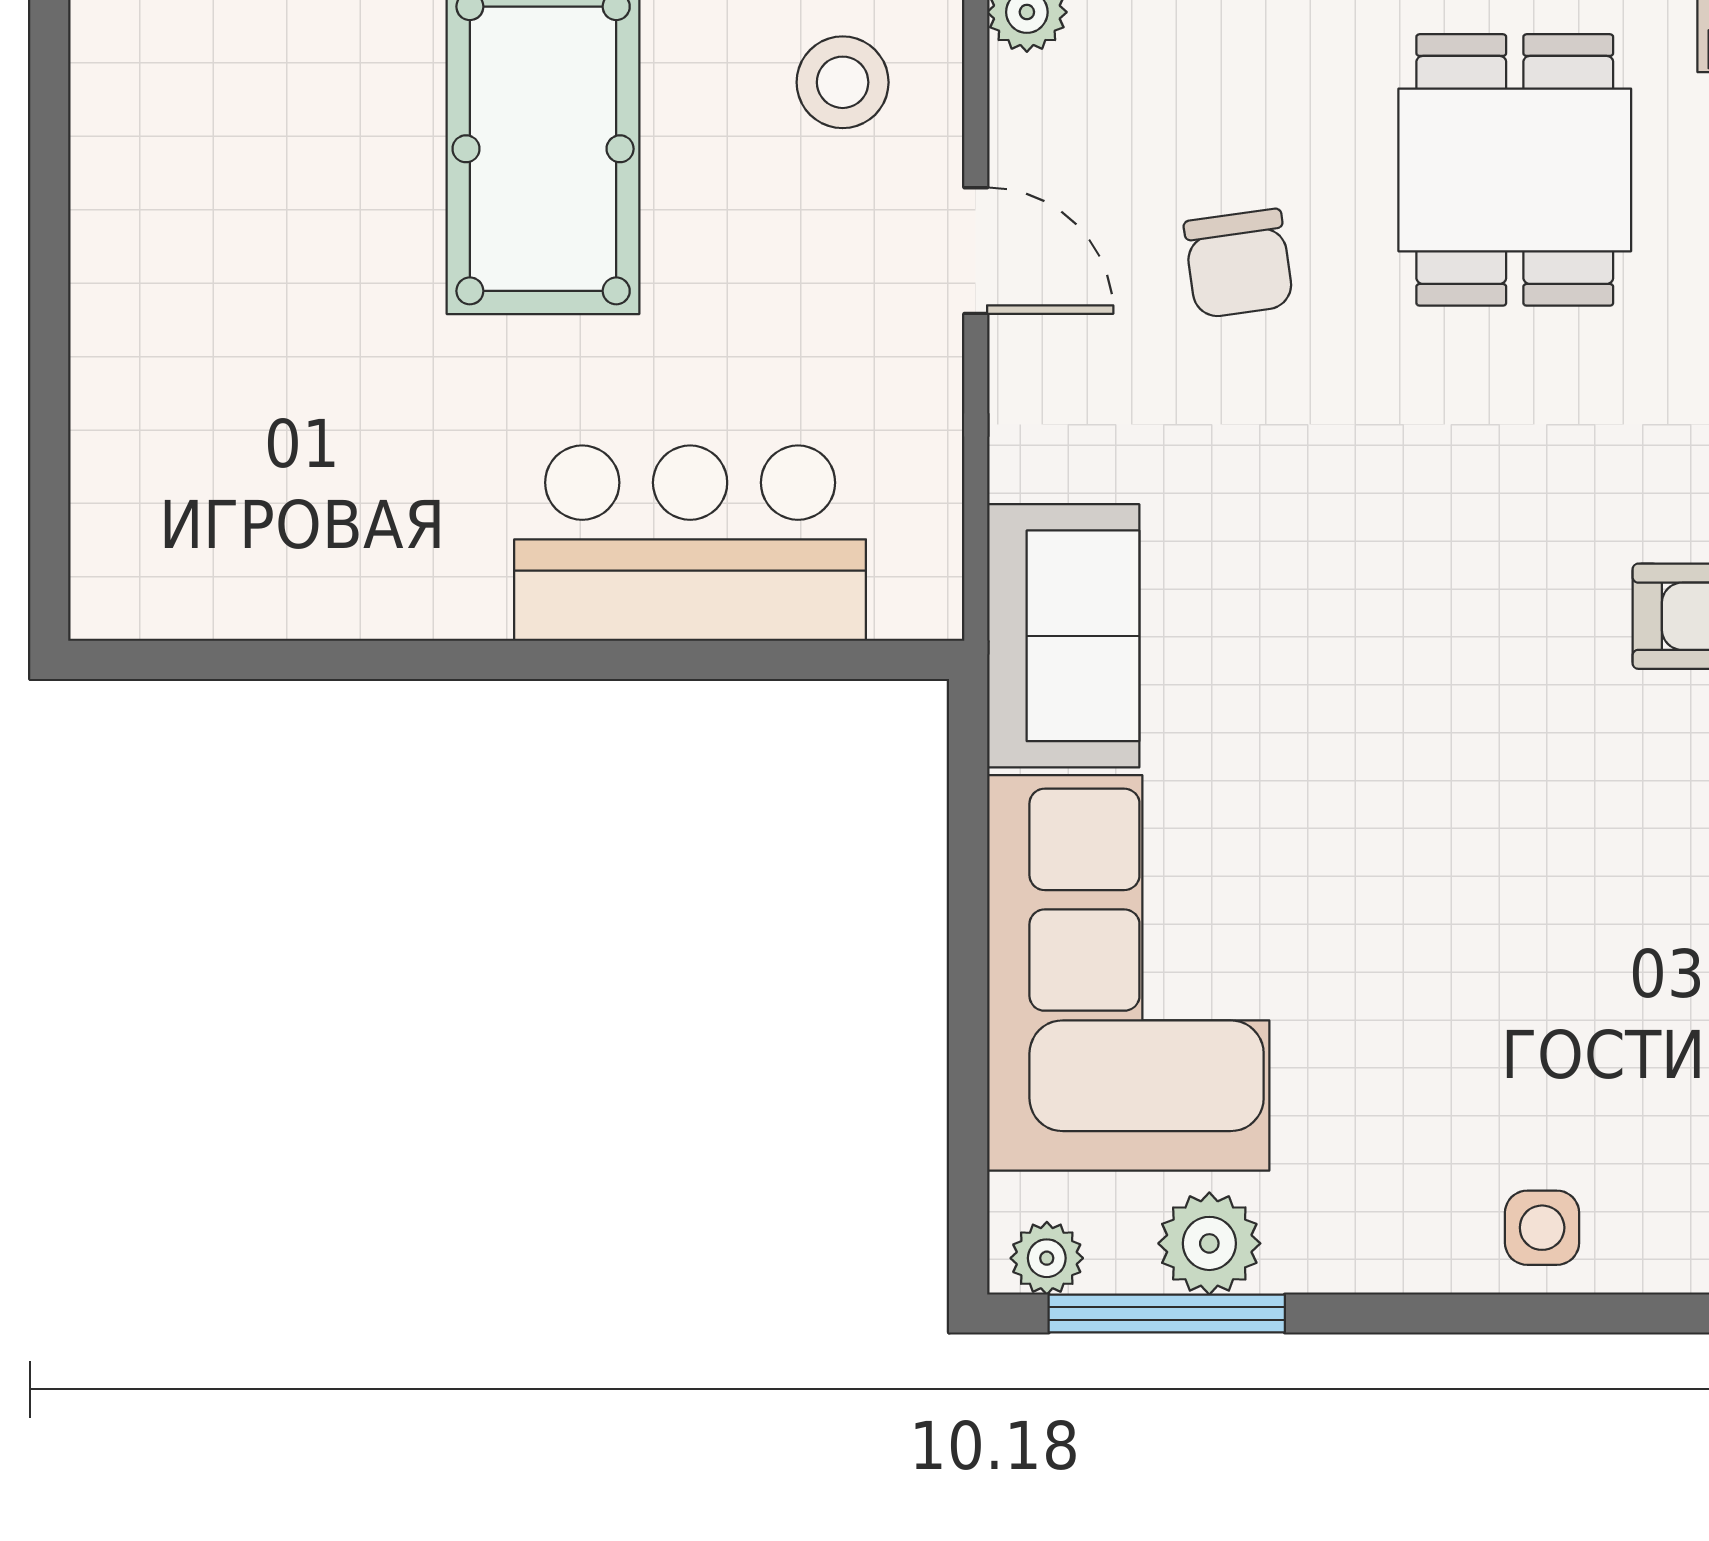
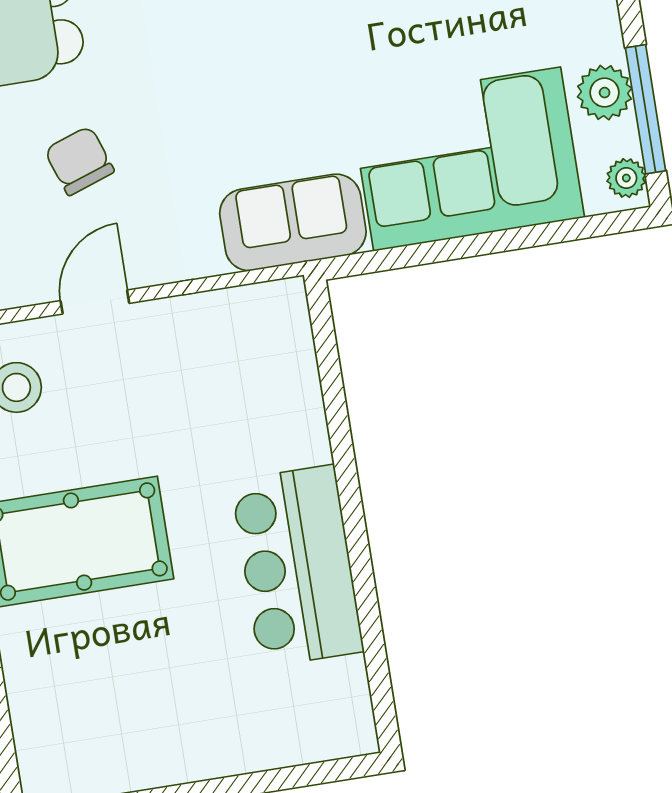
chair: (1239, 264) -> (79, 161), turned -101
bar counter: (690, 543) -> (297, 566), moved

